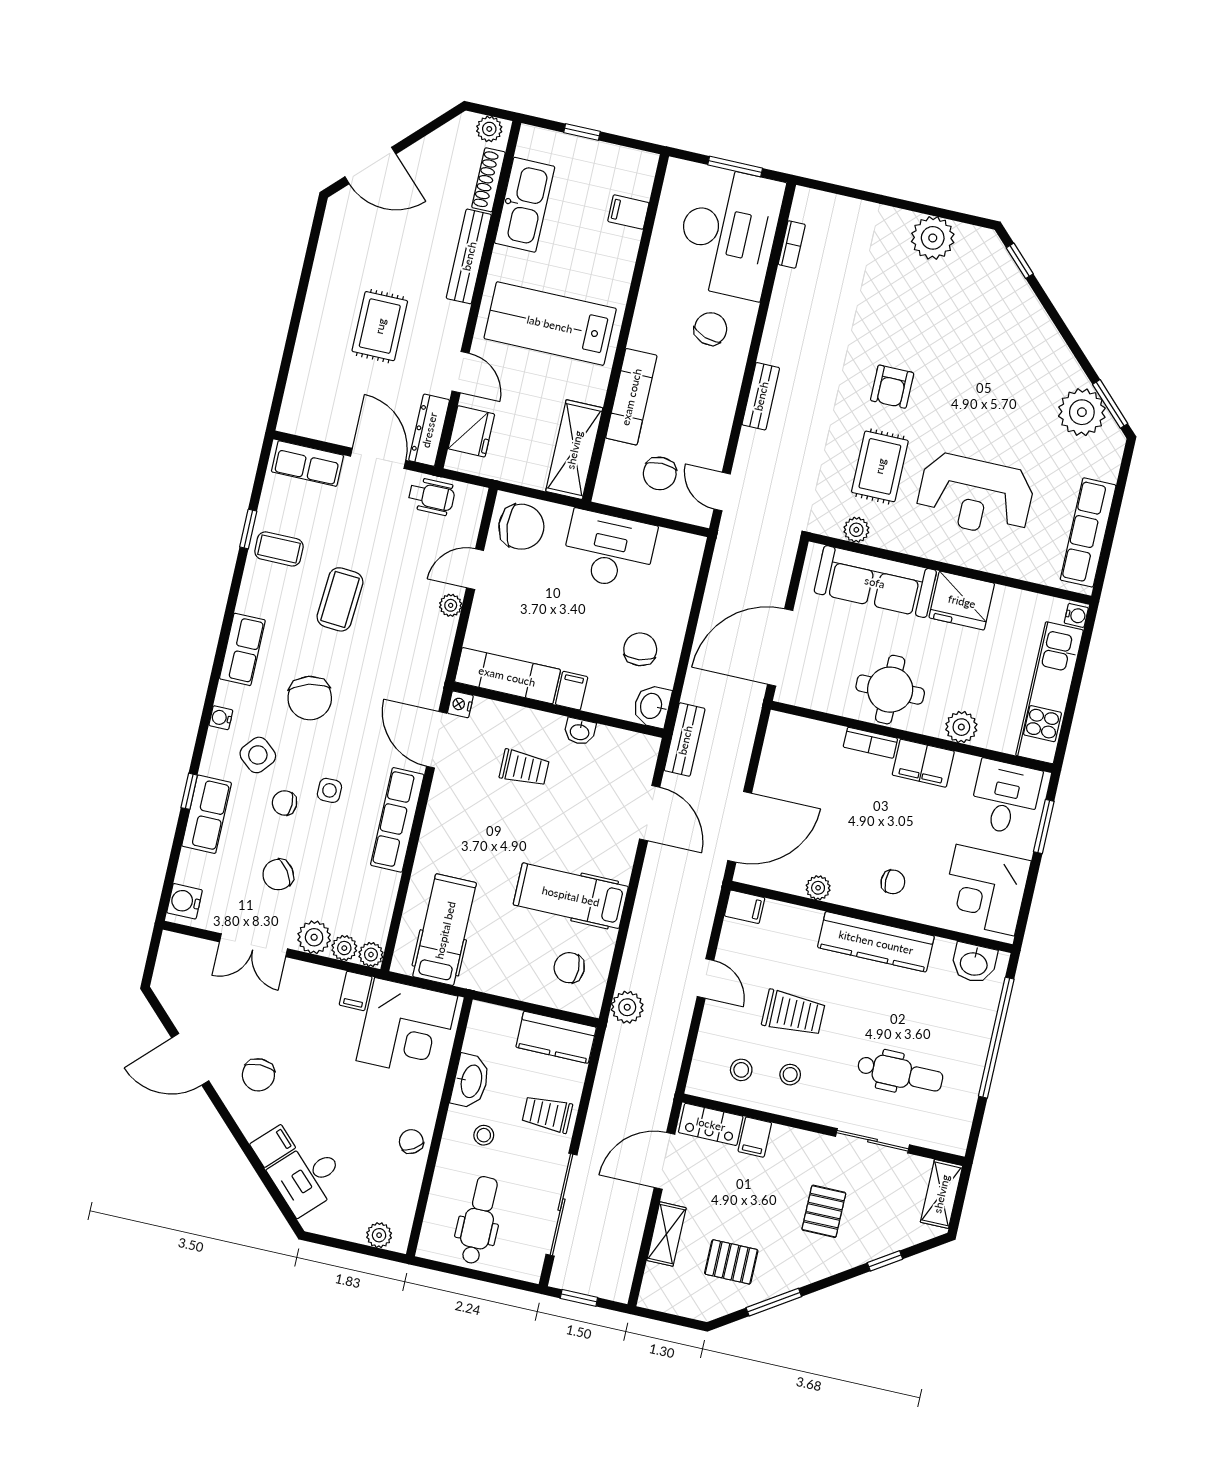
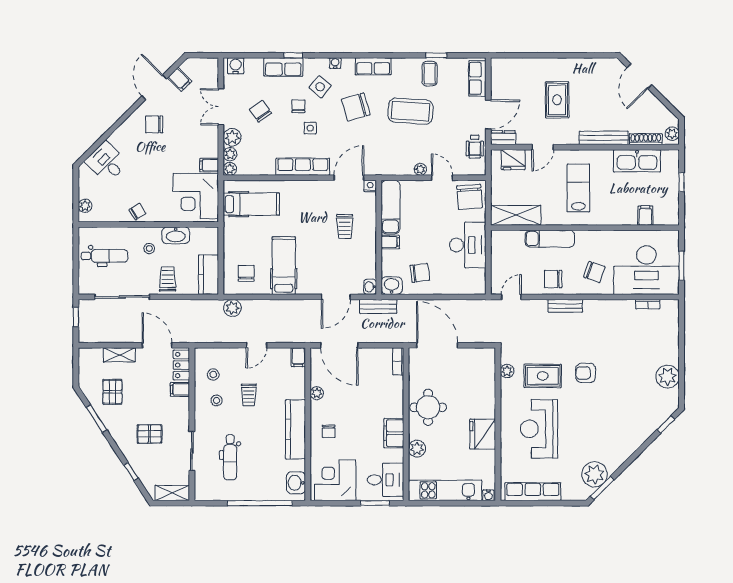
lab bench: (550, 324) -> (578, 188), width x0.73, depth x0.72
rug: (380, 326) -> (557, 100), turned 90
dresser: (429, 430) -> (503, 138), width x0.70
chair: (660, 473) -> (553, 279), moved
sofa: (875, 582) -> (482, 387), removed
coffee table: (340, 599) -> (411, 111), width x1.36, depth x1.32
washbasin: (580, 732) -> (370, 287), moved
bookcase: (870, 743) -> (398, 361), moved
trolley: (793, 1013) -> (249, 395), width x0.73, depth x0.72
filing cabinet: (273, 1146) -> (180, 79), moved

